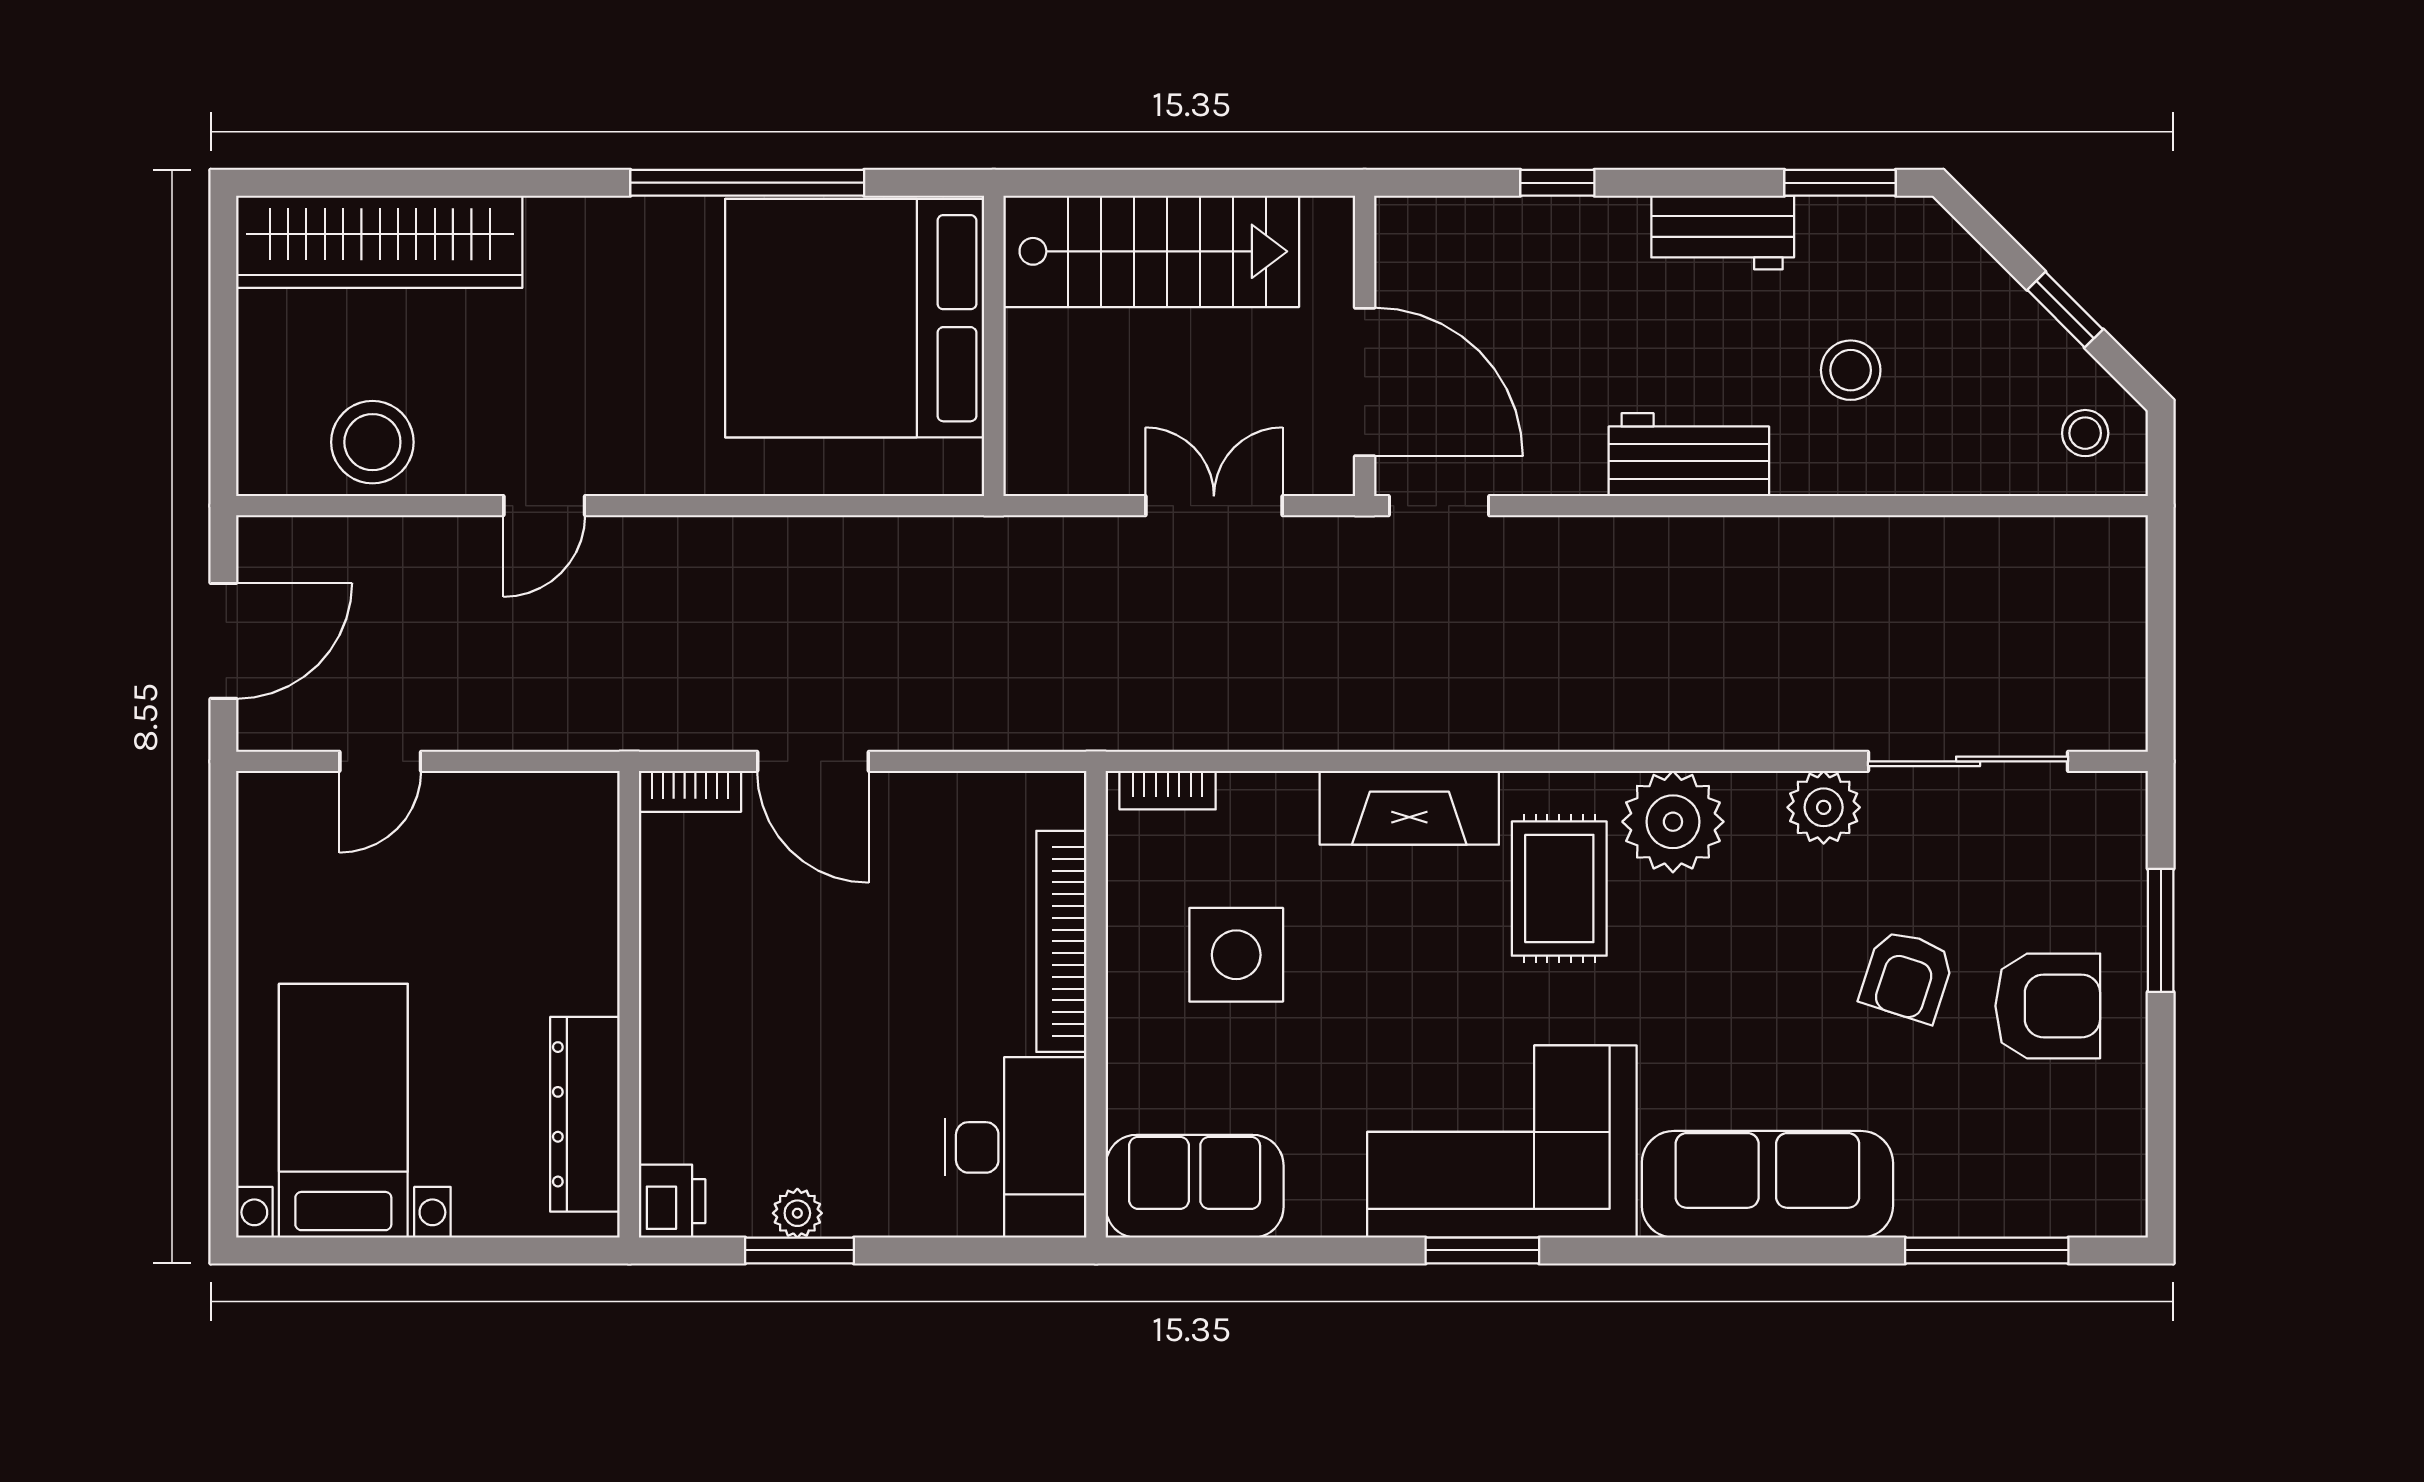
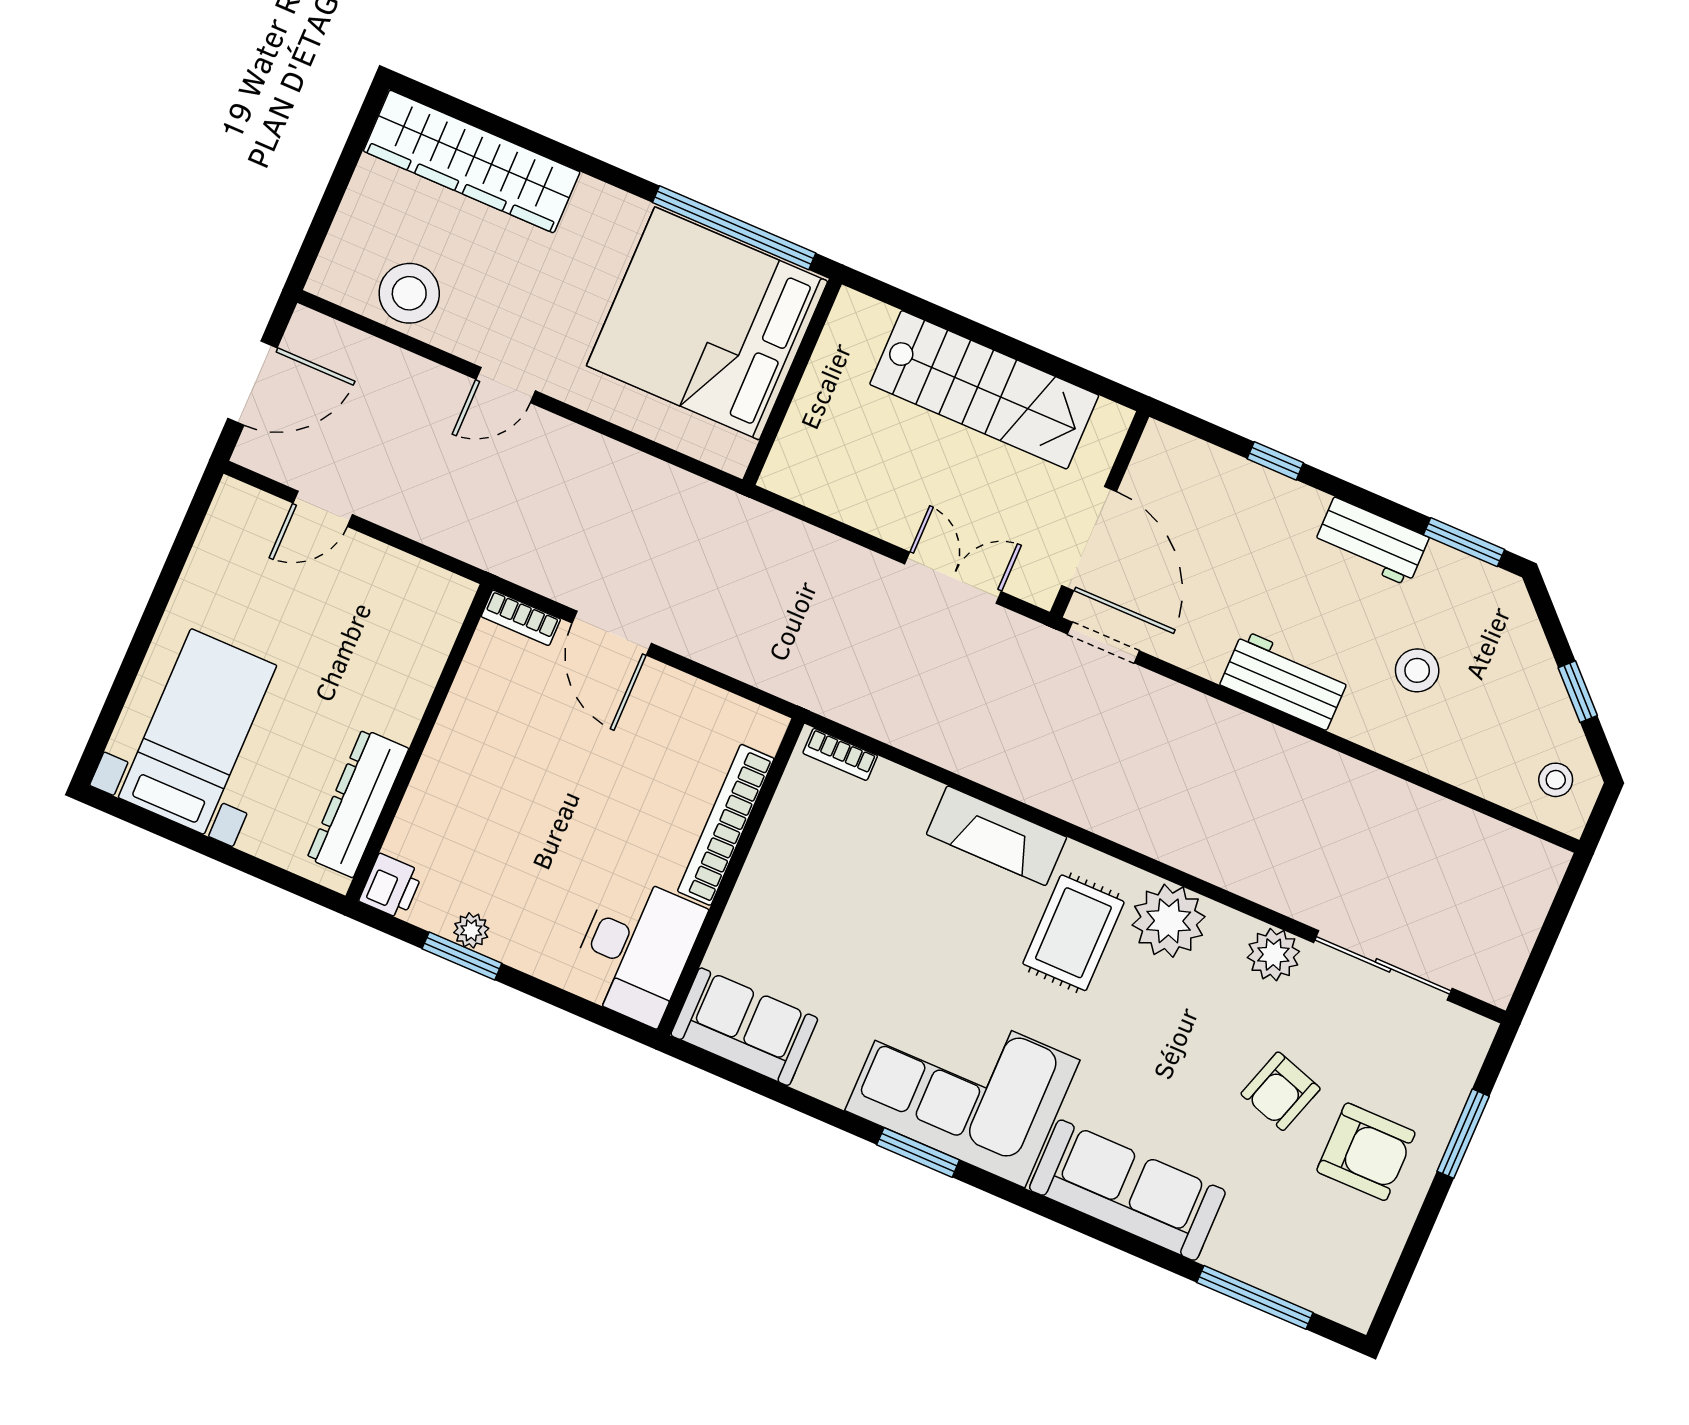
bed: (855, 318) -> (707, 323), moved
wall: (994, 346) -> (792, 382), moved
side table: (1236, 955) -> (839, 884), removed

